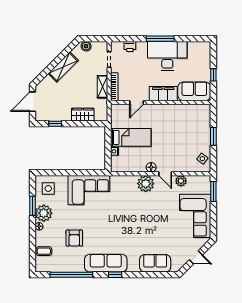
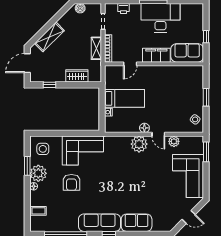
shelving: (63, 67) -> (49, 37), moved
armchair: (74, 238) -> (71, 182), moved
sofa: (155, 263) -> (137, 223), moved

